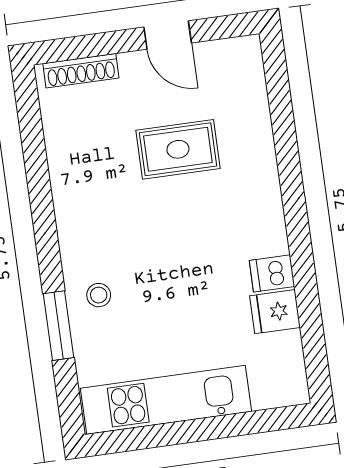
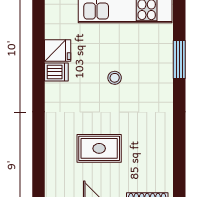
stool: (99, 295) -> (115, 78), moved

